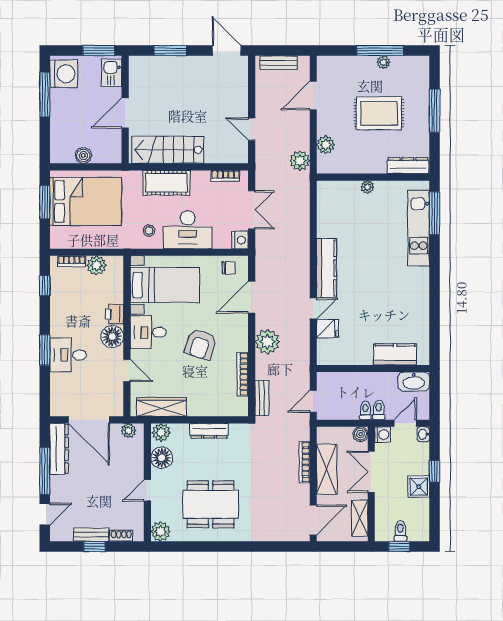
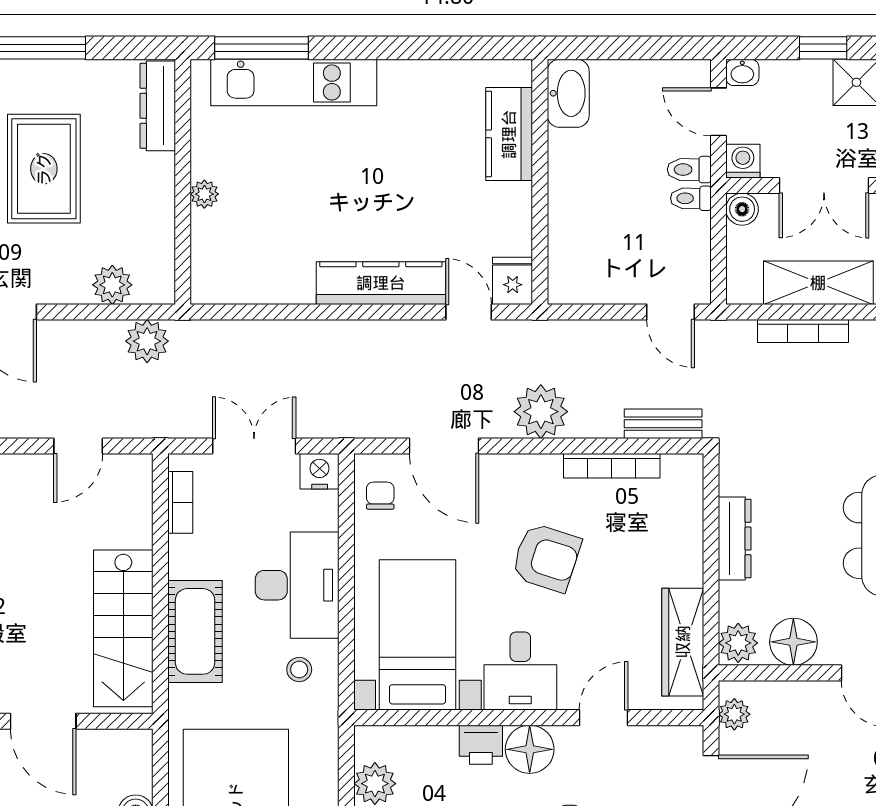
kitchen counter: (395, 354) -> (509, 134), moved
wall: (373, 369) -> (540, 182), moved
washbasin: (414, 382) -> (568, 93), moved

